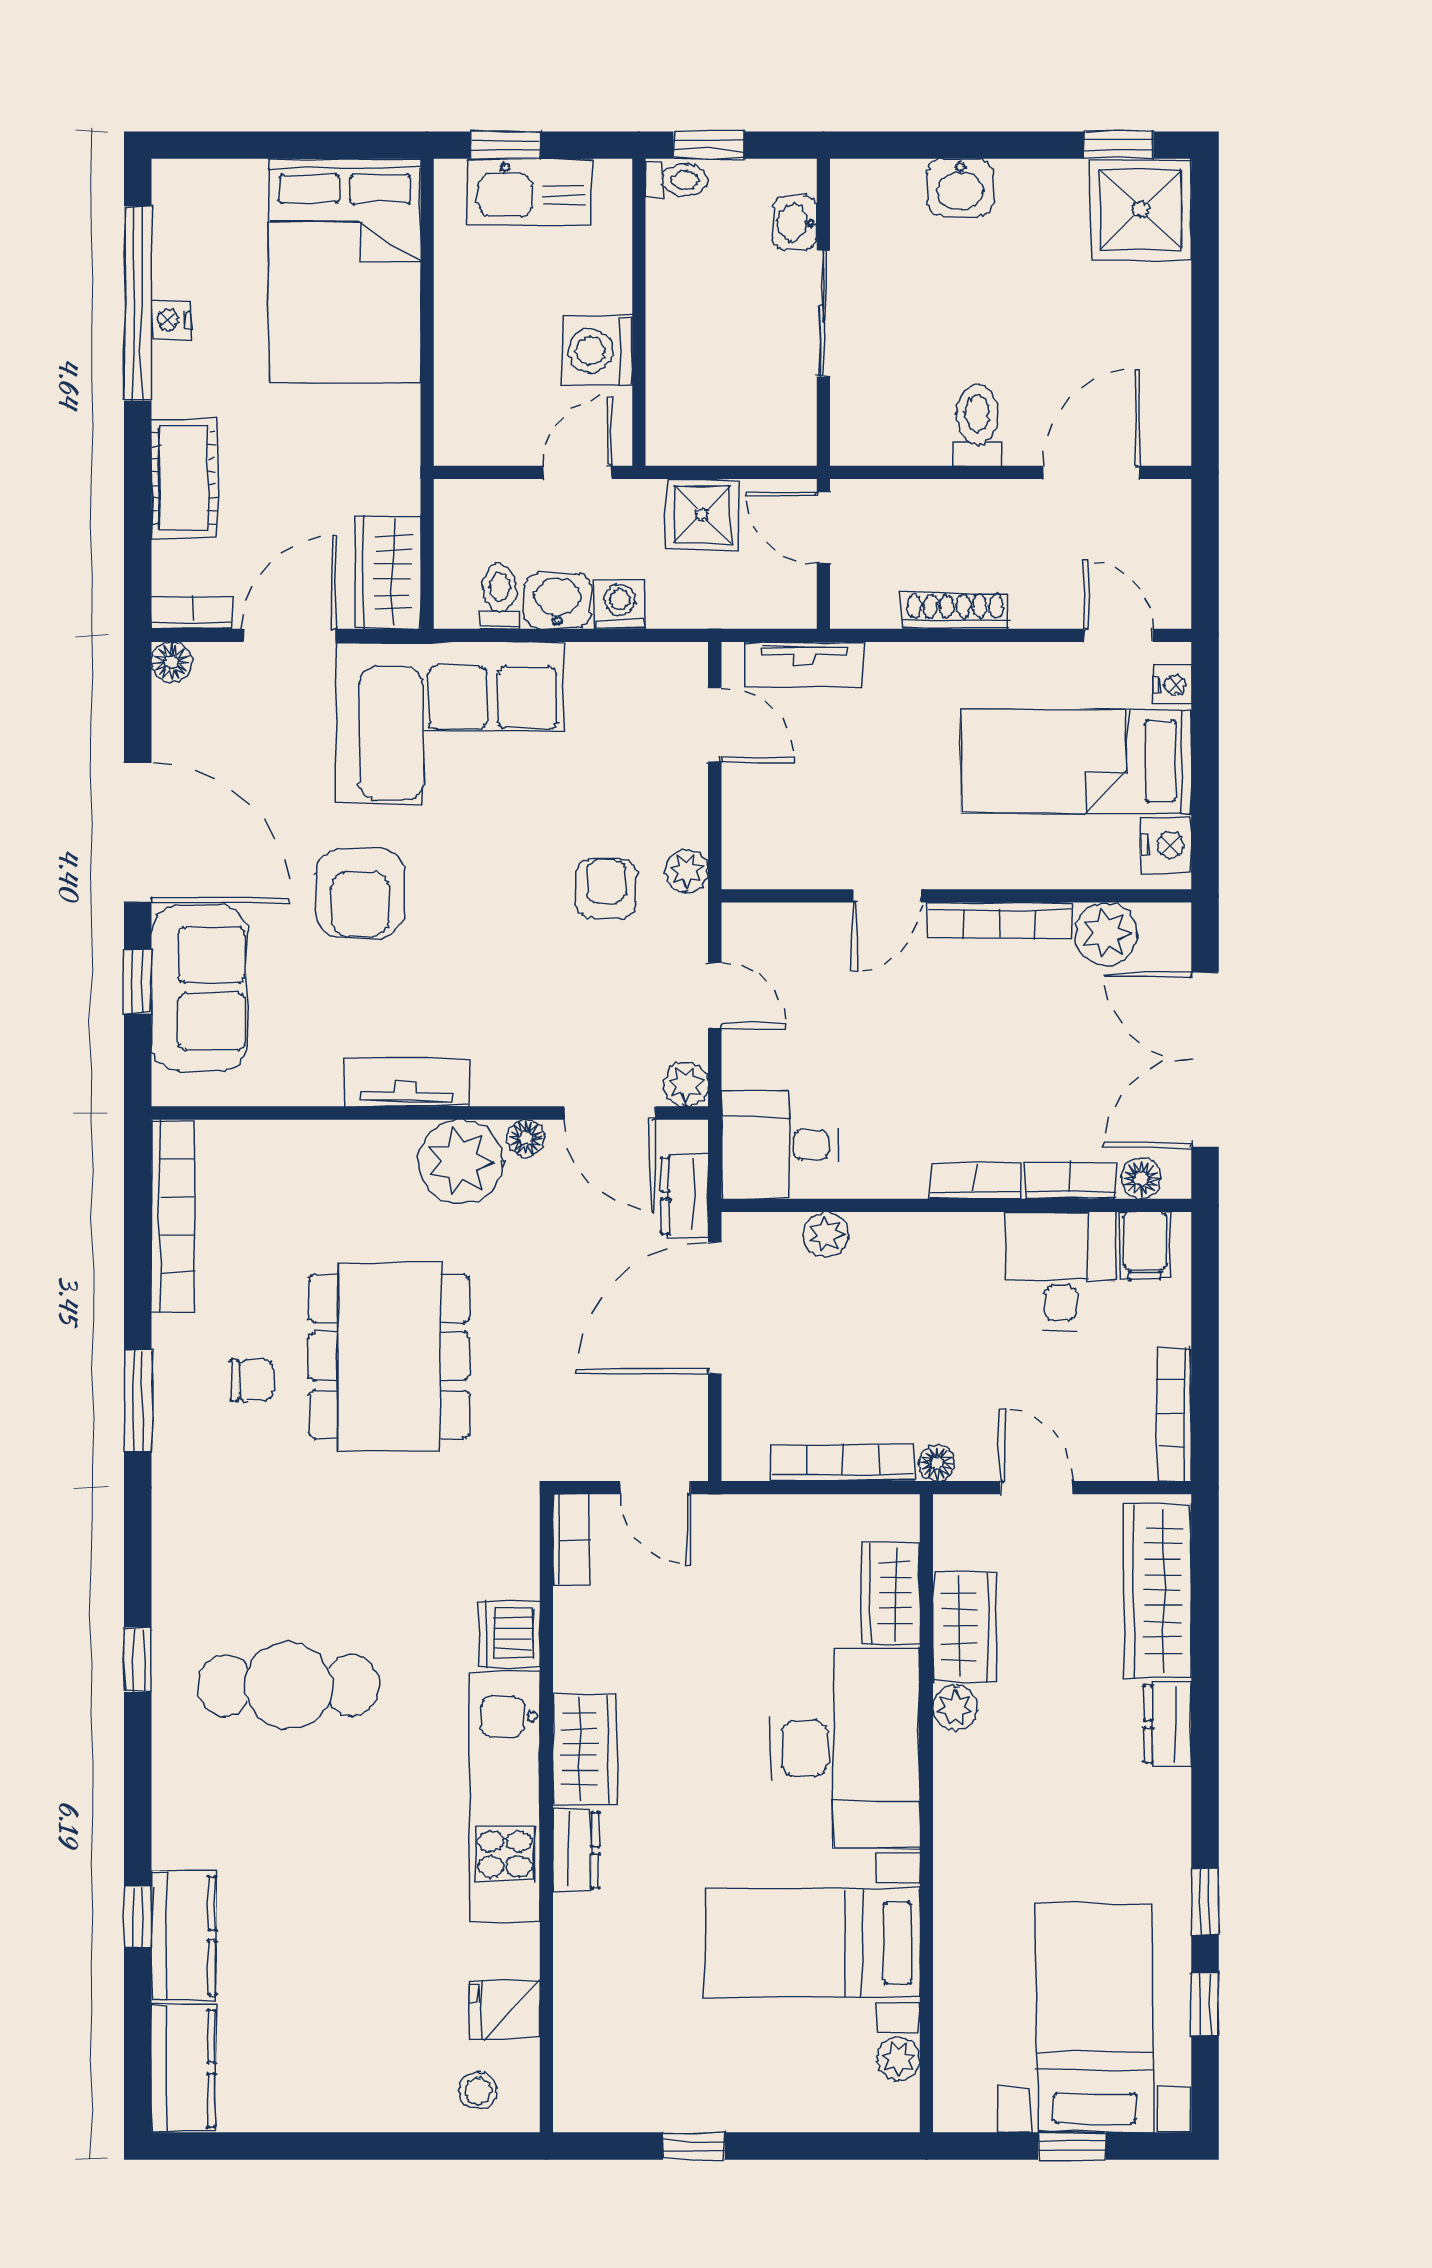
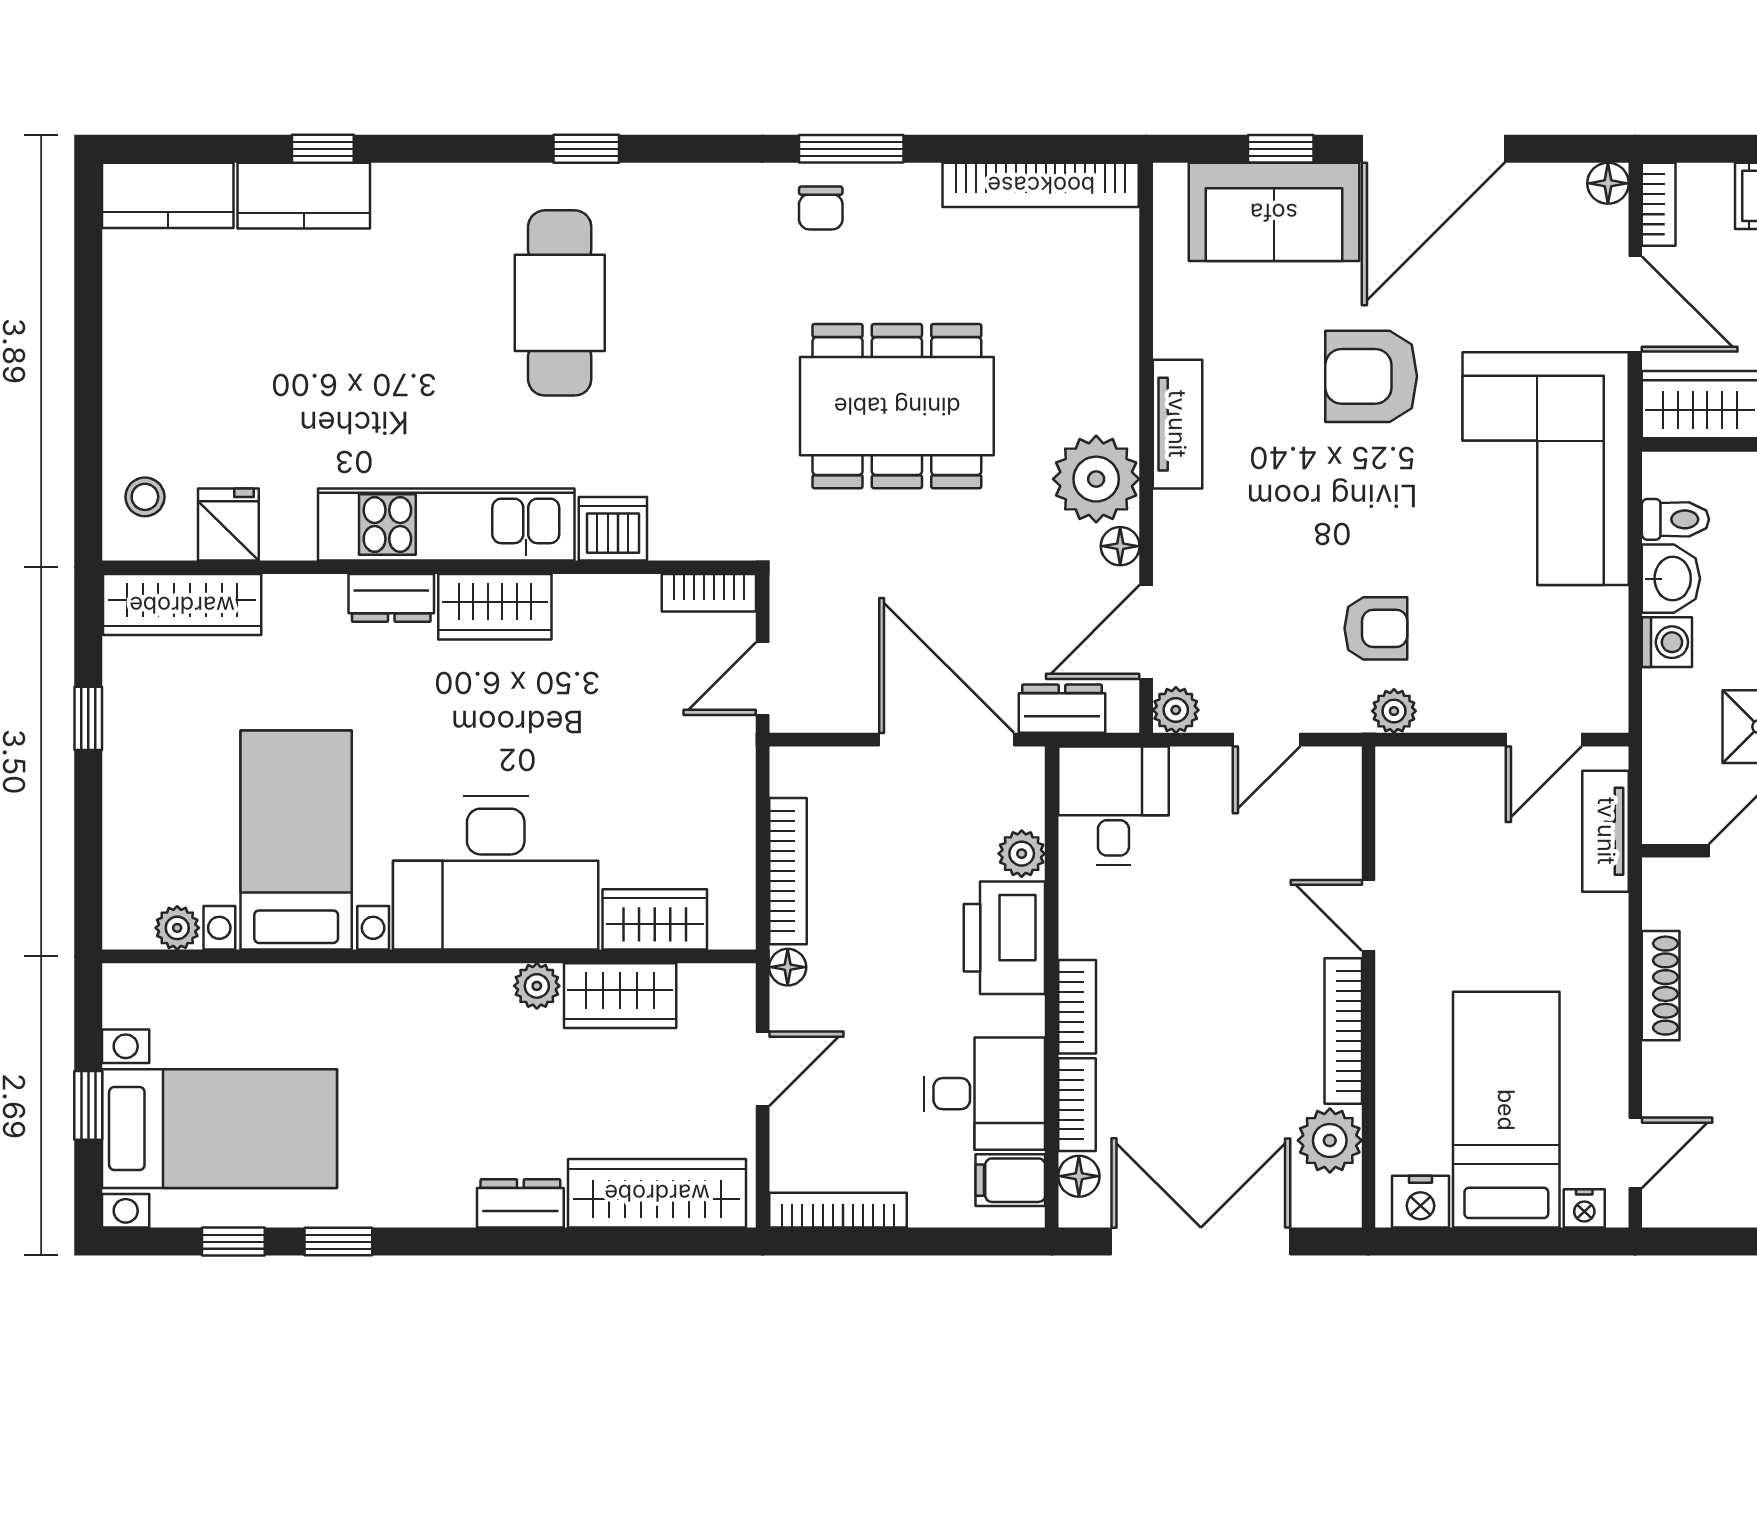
printer: (908, 1251) -> (1004, 938), added
chair: (251, 1380) -> (821, 208), moved
wardrobe: (583, 2054) -> (182, 605), added

